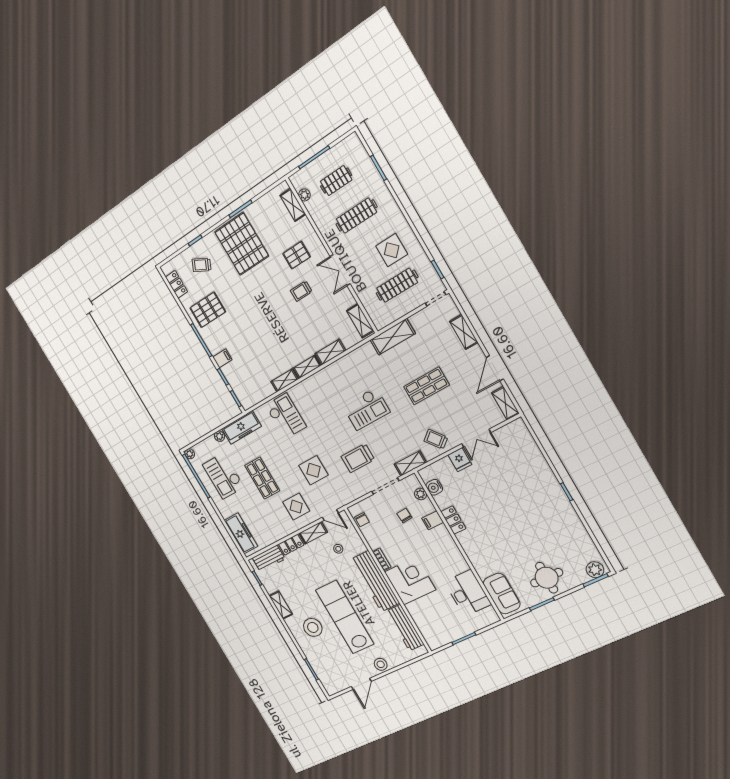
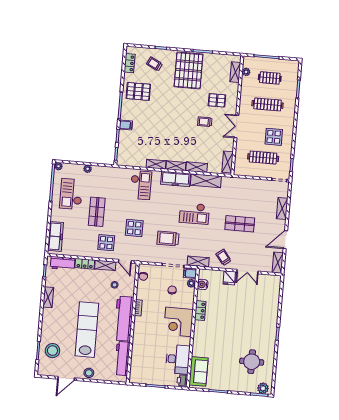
shelving: (393, 337) -> (206, 181), moved
freezer: (242, 427) -> (176, 179), moved
filing cabinet: (433, 520) -> (190, 273), moved
round table: (547, 578) -> (252, 362), moved
corner desk: (410, 581) -> (178, 322), moved, turned 180
printer: (490, 615) -> (182, 380), added
stool: (313, 627) -> (52, 351), moved

